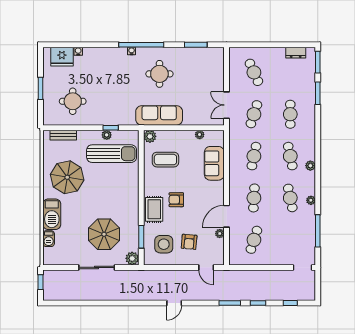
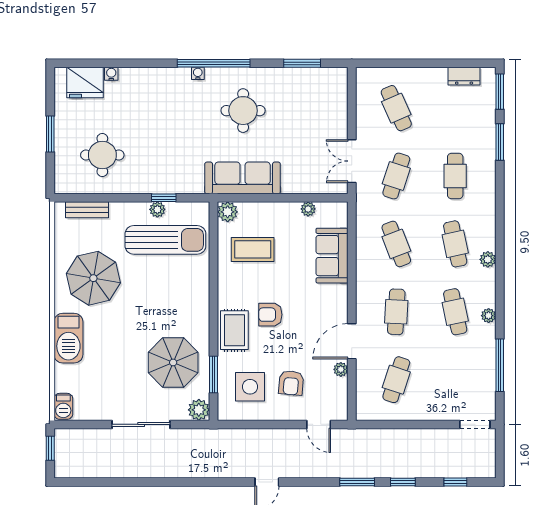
cafe table: (254, 156) -> (396, 244), turned -33
parasol: (104, 234) -> (173, 362), moved
barbecue: (49, 239) -> (63, 406), moved

